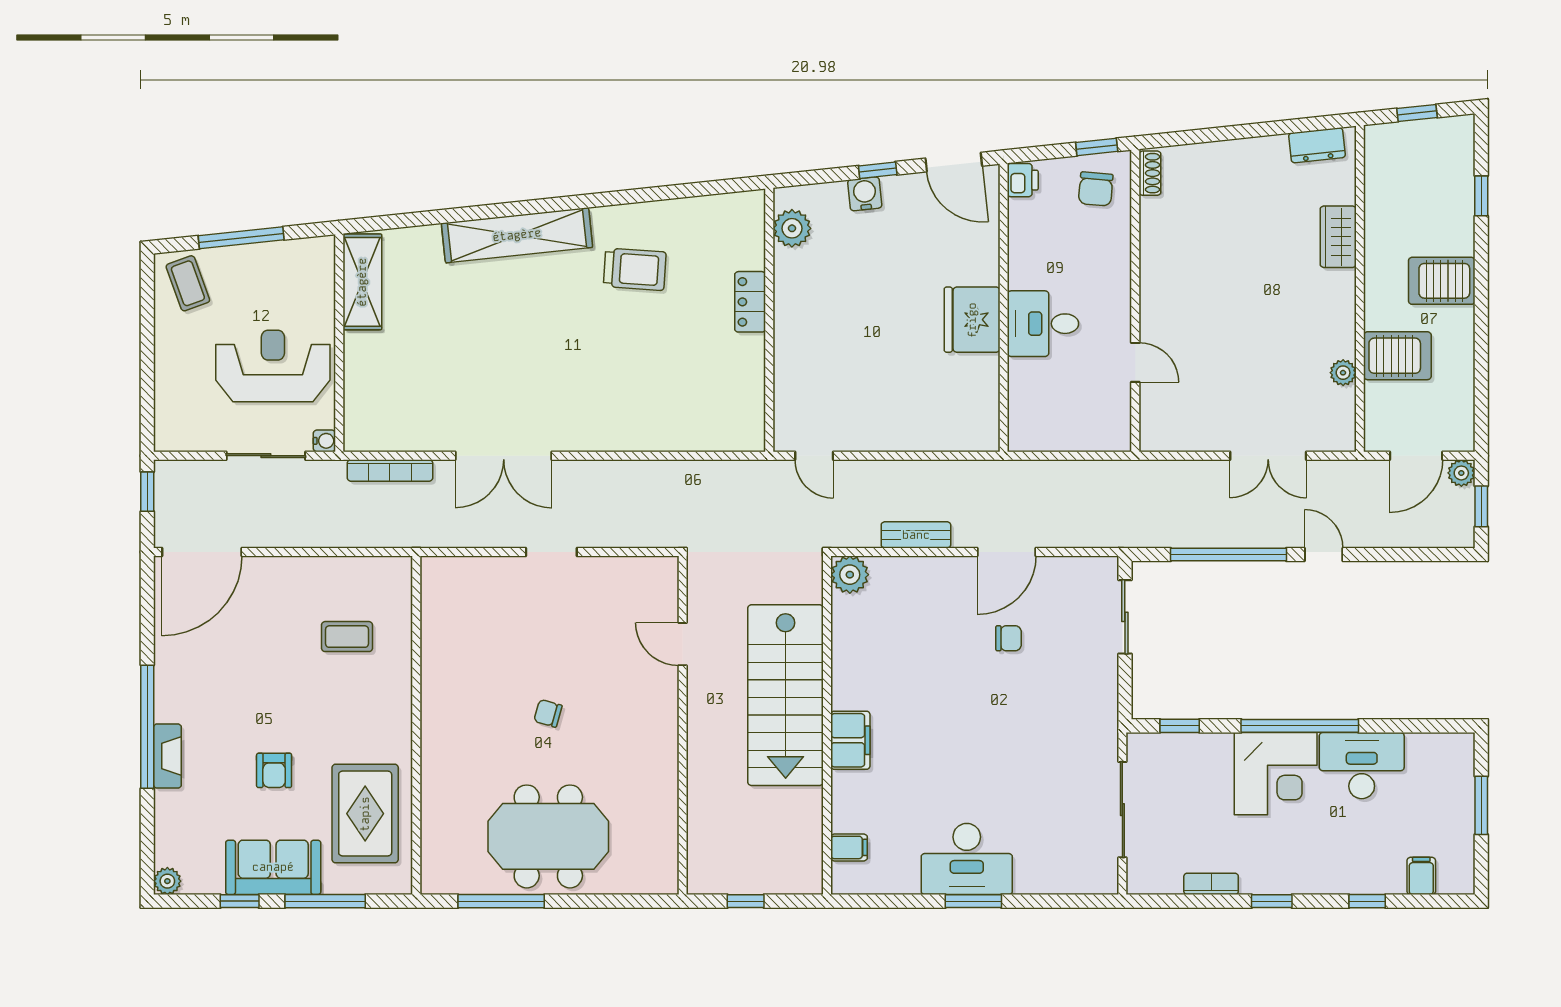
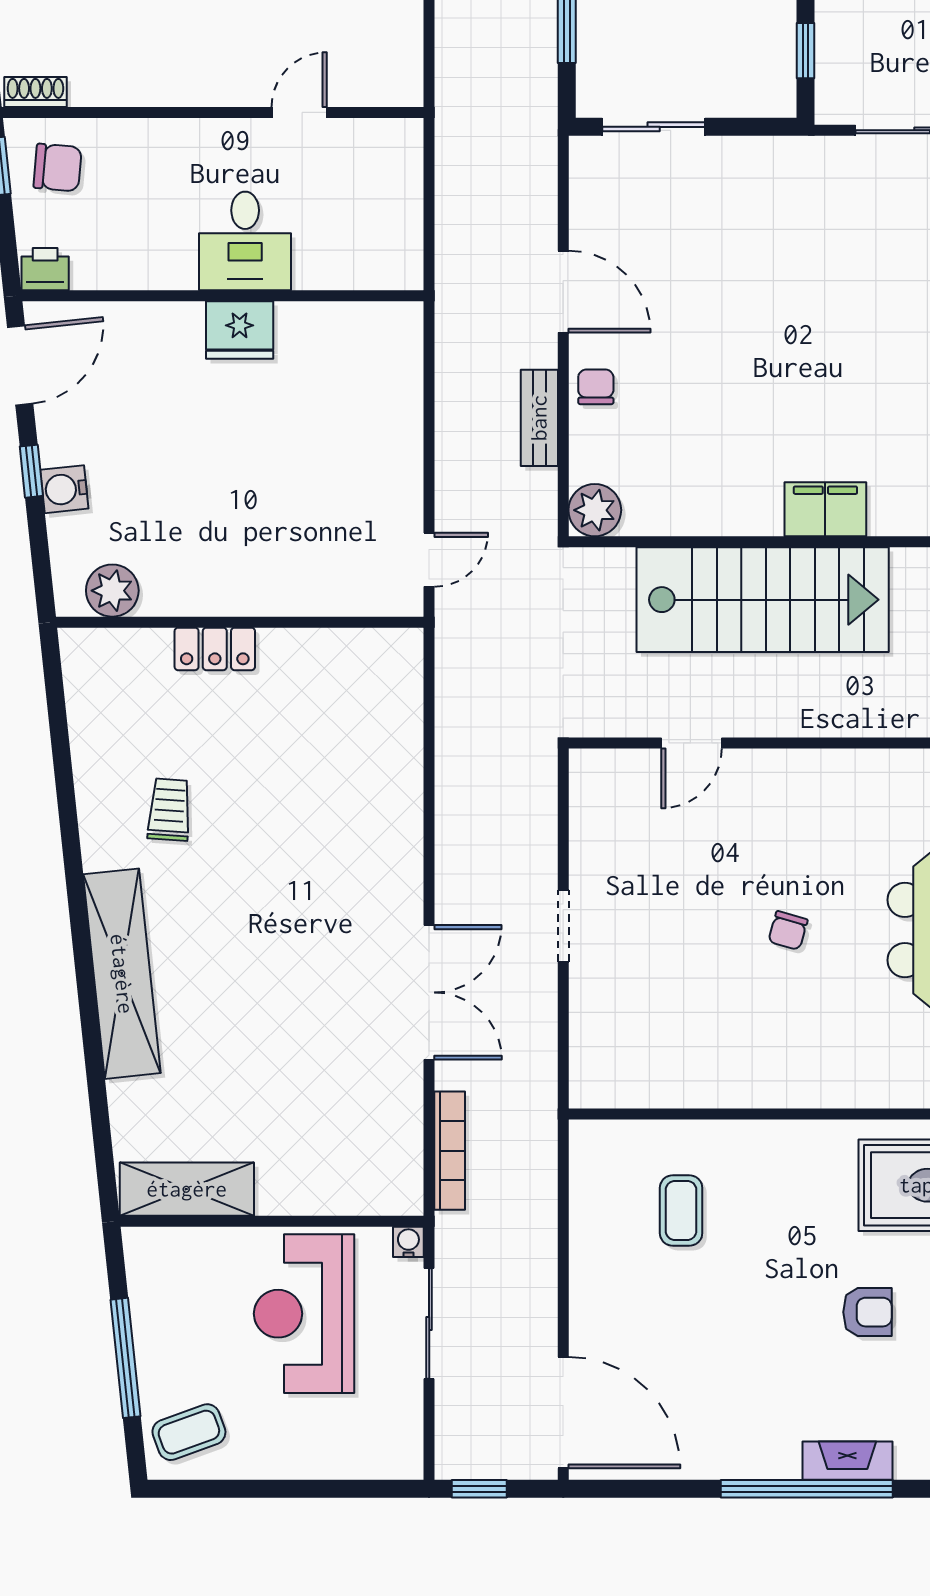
trolley: (635, 269) -> (169, 810), width x0.73, depth x0.72
fridge: (972, 320) -> (240, 330), width x0.73, depth x0.75
chair: (1009, 638) -> (596, 387), moved

